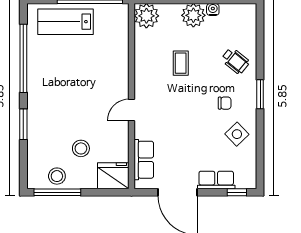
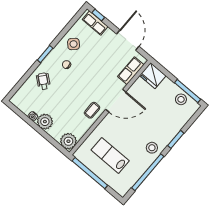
lab bench: (66, 22) -> (110, 155), moved, turned 180
coffee table: (181, 63) -> (92, 110), moved
door: (131, 110) -> (116, 101), width x1.87
stool: (81, 148) -> (152, 148), moved
row of seats: (216, 180) -> (95, 23), moved

